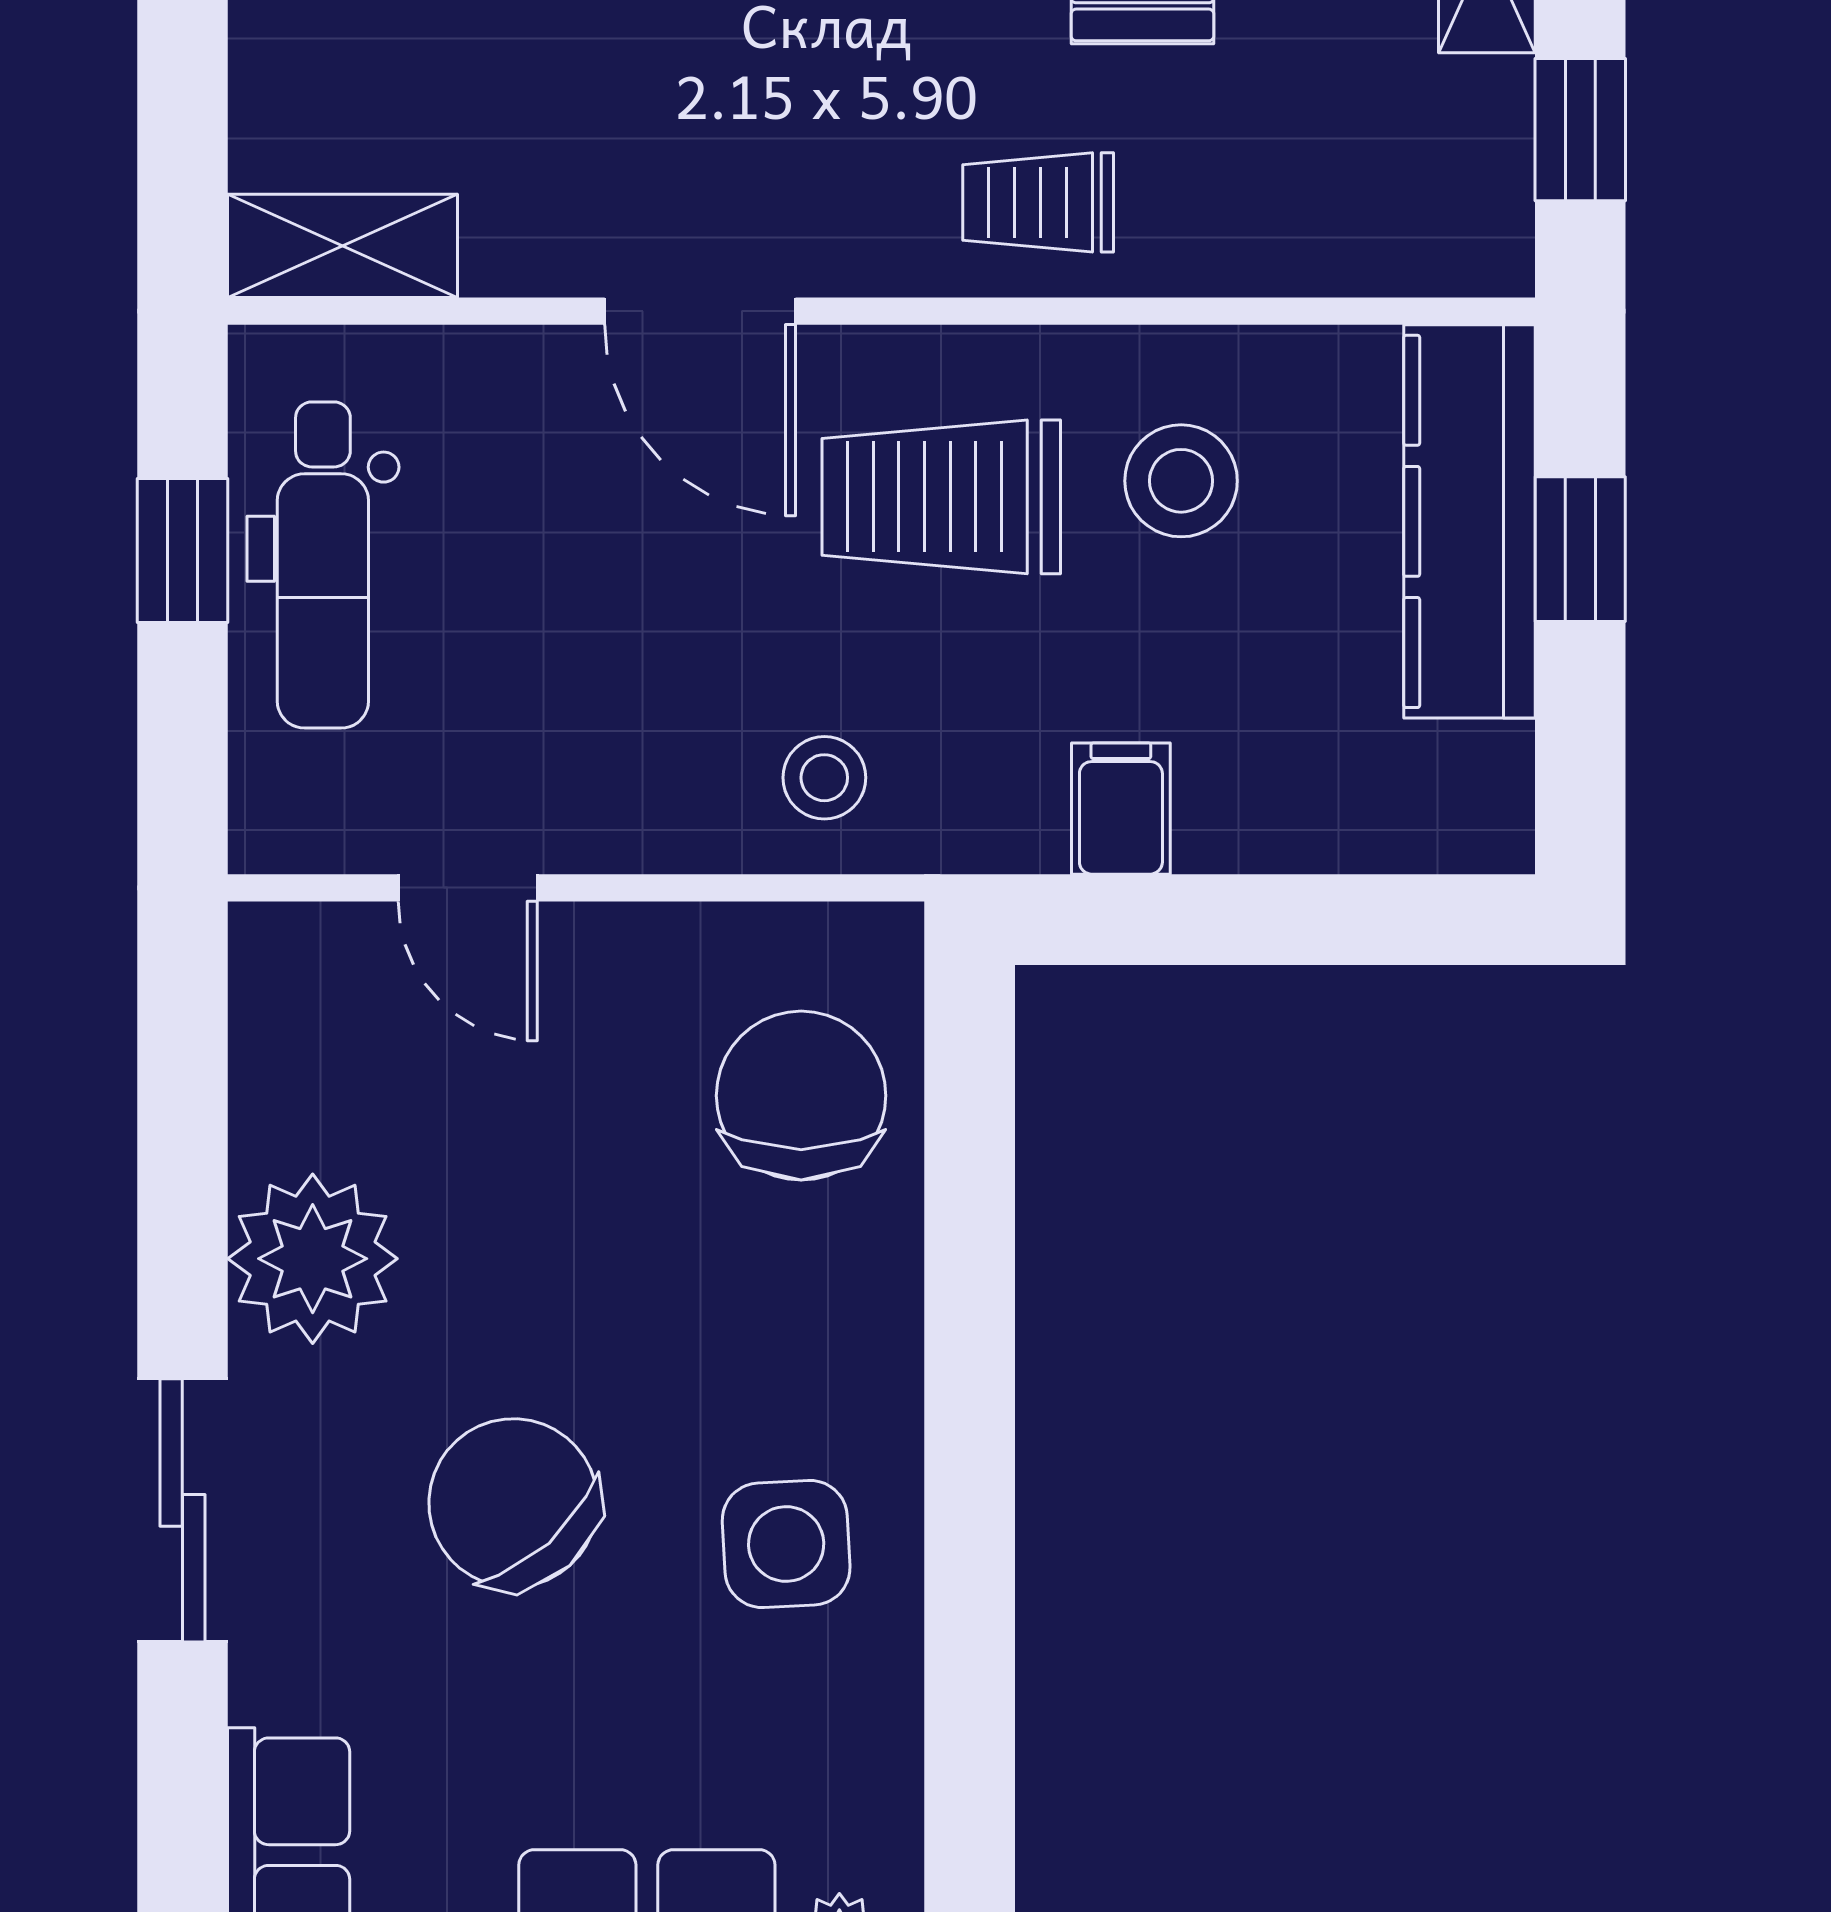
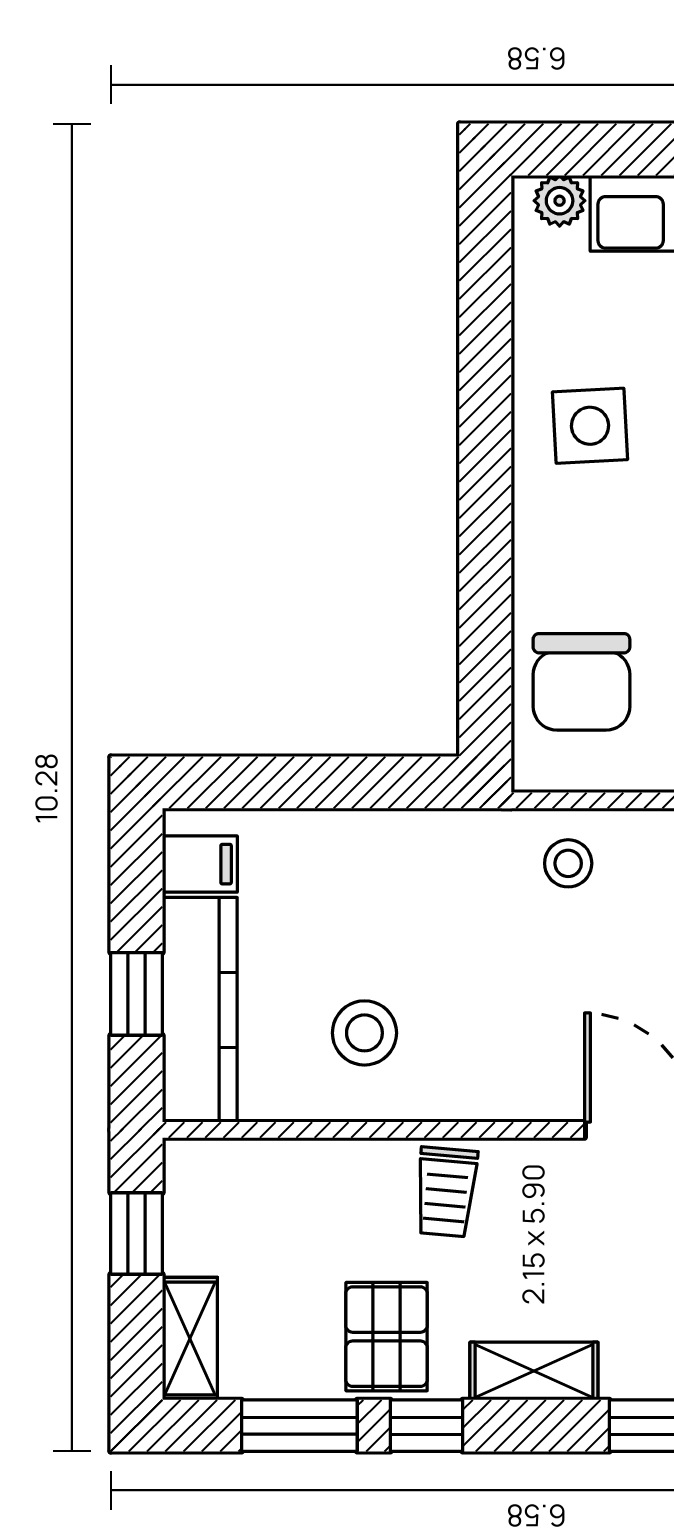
trolley: (1038, 202) -> (446, 1192), turned 95
trolley: (941, 497) -> (501, 1024), removed
filing cabinet: (1121, 809) -> (200, 864), moved, turned -90

